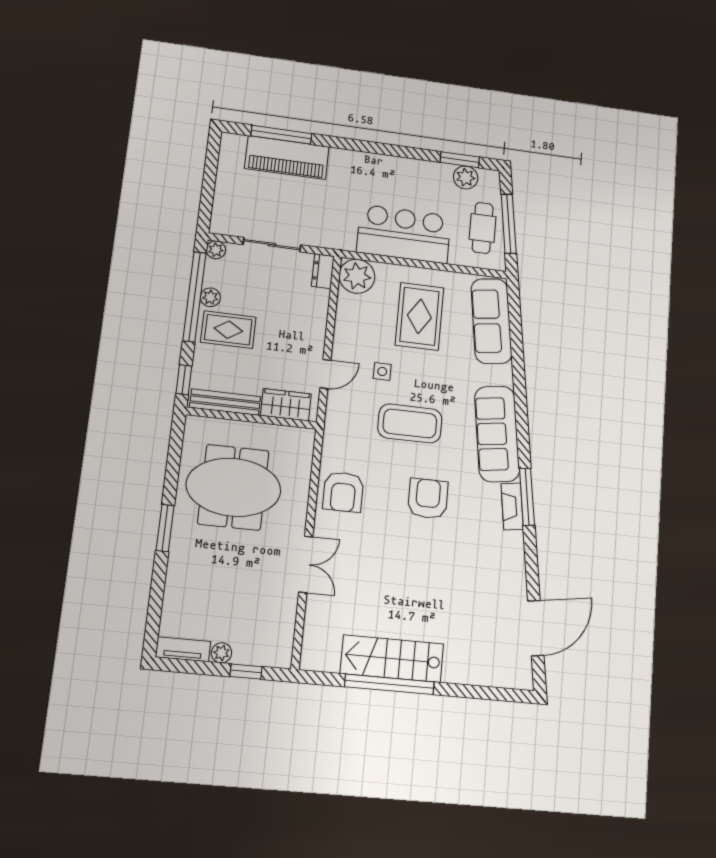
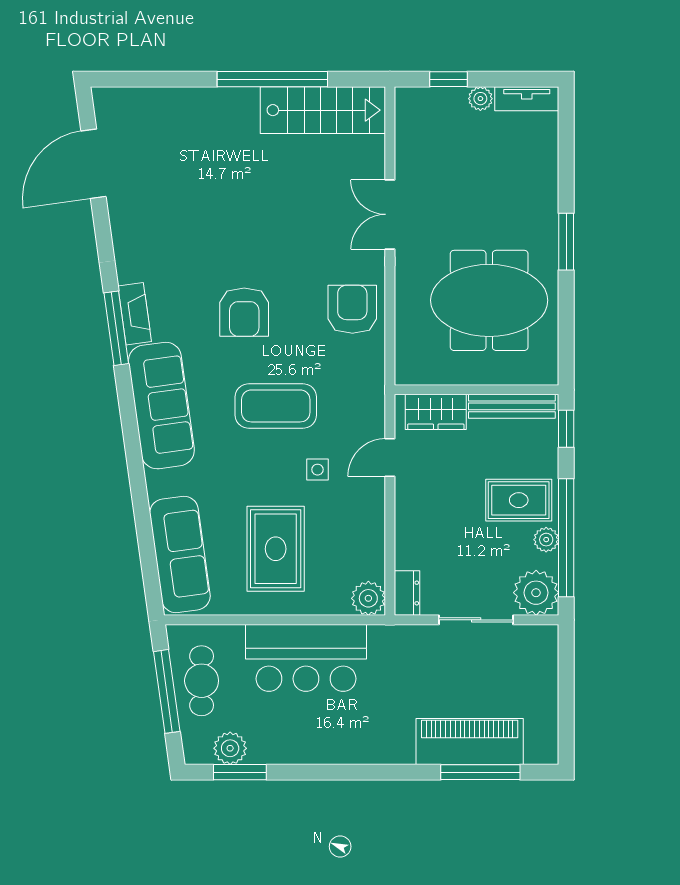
plant: (216, 250) -> (536, 593), width x1.88, depth x1.88
plant: (357, 276) -> (368, 598), width x0.73, depth x0.73
stairs: (392, 659) -> (323, 110), moved

